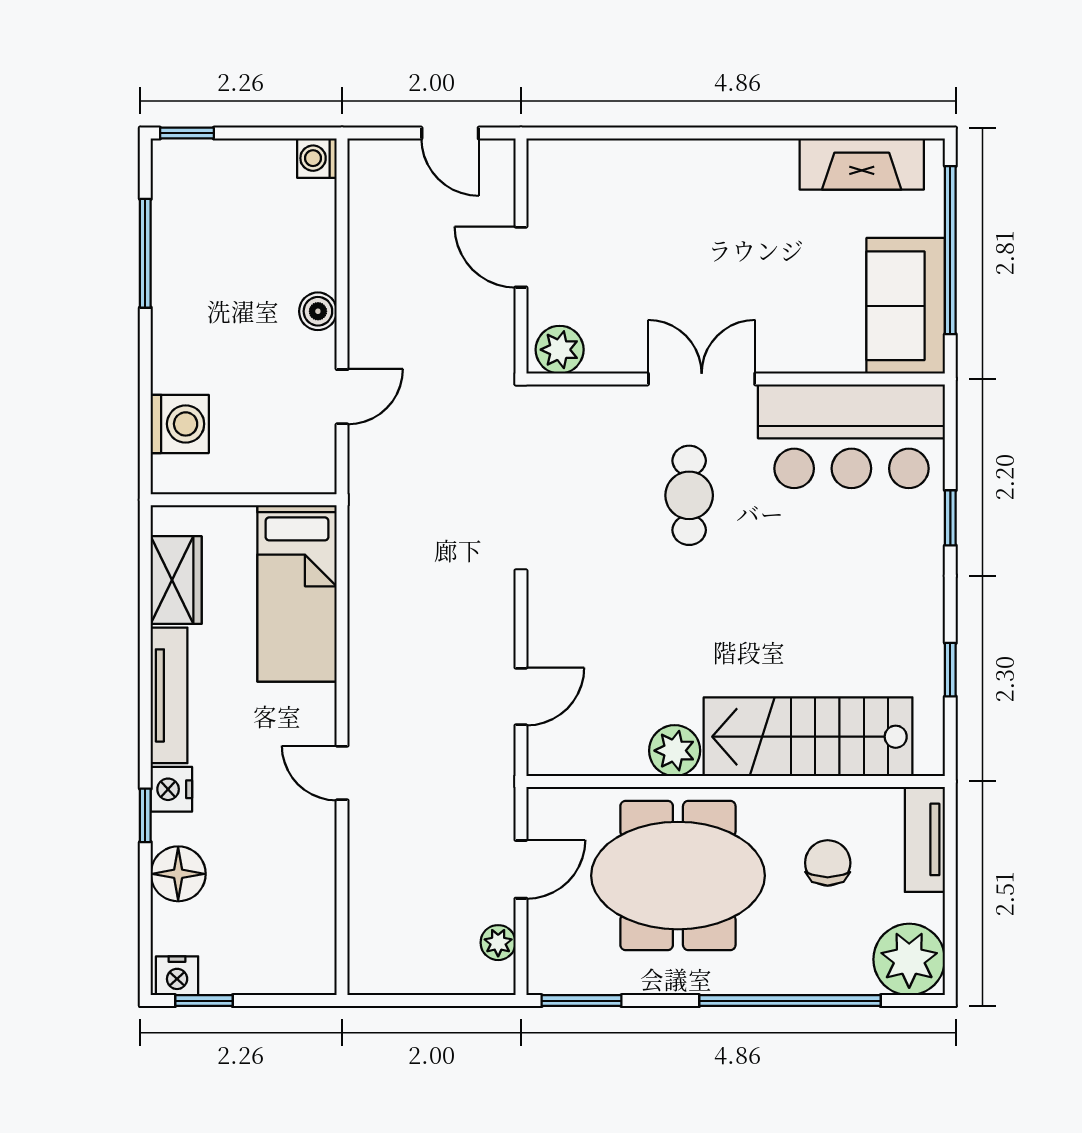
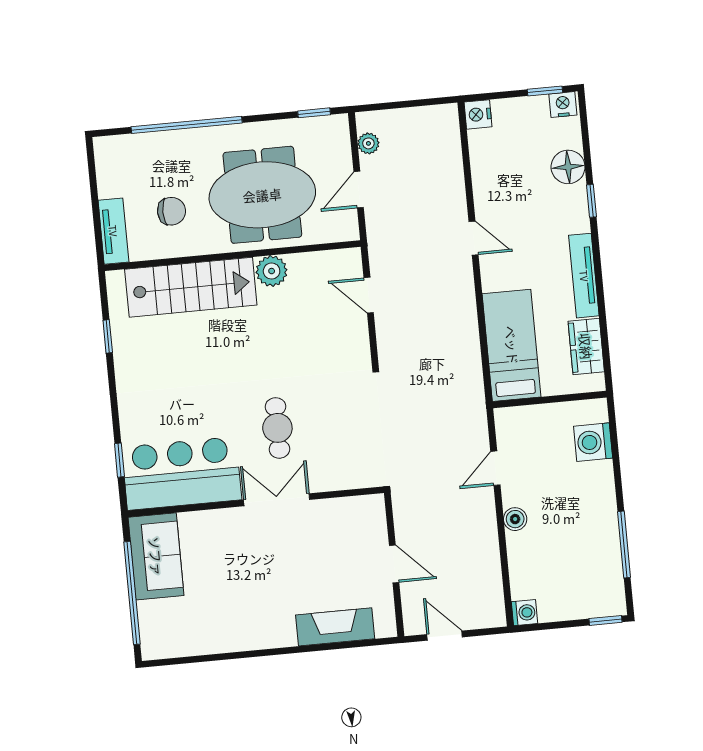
fireplace: (862, 164) -> (335, 627), moved
plant: (560, 350) -> (365, 510), removed
double door: (702, 379) -> (277, 500), swing flipped
window: (950, 518) -> (119, 460), moved
door: (521, 697) -> (369, 295), hinge flipped
nightstand: (171, 789) -> (478, 114), moved, turned 180
chair: (828, 863) -> (172, 211), turned -90
plant: (909, 959) -> (116, 157), removed
window: (582, 1001) -> (314, 113), width x0.67

